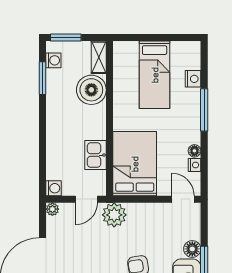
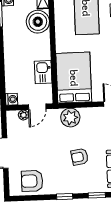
plant: (52, 209) -> (23, 115), moved
plant: (114, 215) -> (70, 118), moved

